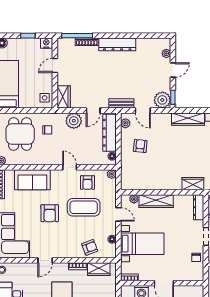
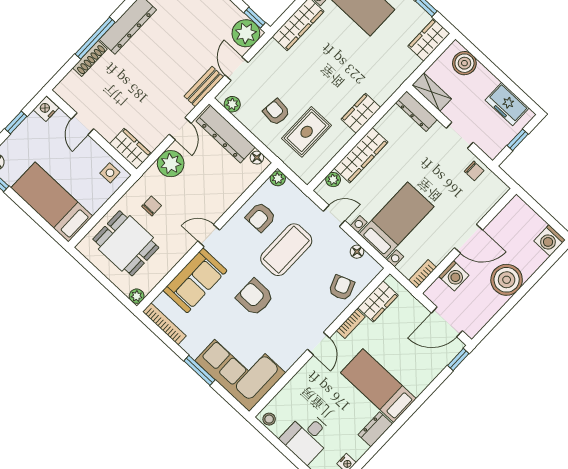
window: (77, 36) -> (95, 38), moved
door: (143, 110) -> (236, 69), swing flipped
door: (70, 167) -> (209, 236), moved
rug: (144, 167) -> (307, 132), added
armchair: (87, 182) -> (261, 217), turned 90
wardrobe: (193, 184) -> (361, 113), moved
armchair: (50, 213) -> (255, 297), turned 180
door: (45, 260) -> (319, 344), moved

